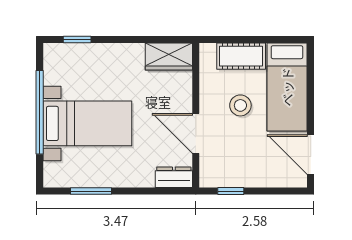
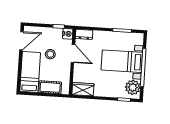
plant: (60, 67) -> (133, 87), added
stool: (240, 105) -> (50, 54), moved
door: (311, 154) -> (21, 41), hinge flipped
nightstand: (210, 176) -> (68, 34), added

